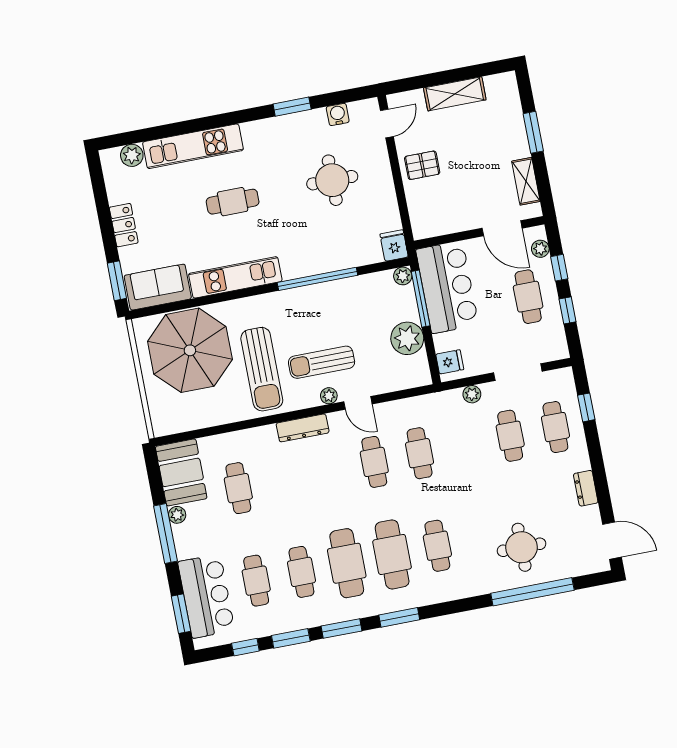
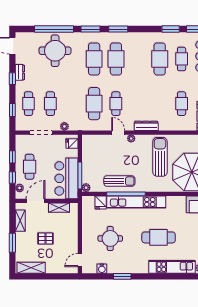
shelving: (455, 94) -> (31, 268), moved
pallet: (422, 165) -> (45, 239), moved
cafe table: (233, 202) -> (159, 237), width x1.37, depth x1.35
shelving: (451, 224) -> (59, 208), added
door: (502, 228) -> (36, 201), hinge flipped
fridge: (394, 246) -> (101, 203), moved
kitchen unit: (235, 277) -> (136, 202), moved, width x1.36
plant: (407, 338) -> (90, 158), removed
sun lounger: (322, 362) -> (119, 181), moved
cafe table: (420, 453) -> (94, 104), width x1.37, depth x1.35
window: (599, 472) -> (12, 79), added
cafe table: (437, 546) -> (94, 59), width x1.37, depth x1.35
round table: (521, 547) -> (55, 51), width x1.36, depth x1.36
cafe table: (347, 563) -> (138, 59), removed
cafe table: (301, 572) -> (160, 59), width x1.37, depth x1.35
window: (342, 629) -> (90, 29), moved

